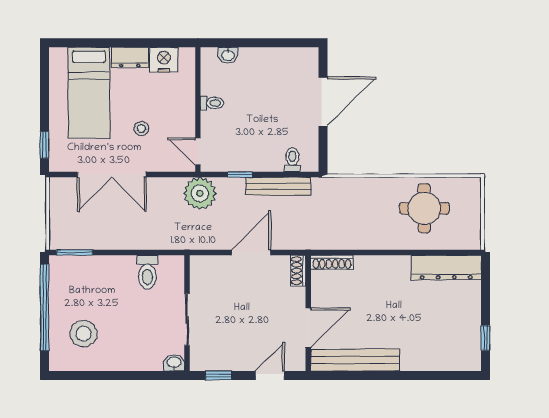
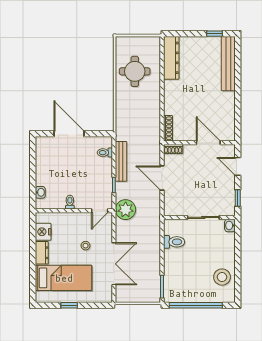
window: (45, 145) -> (69, 305), moved
stool: (83, 334) -> (222, 277), moved
bench: (355, 360) -> (228, 64), moved

